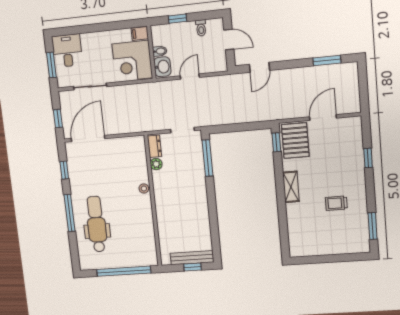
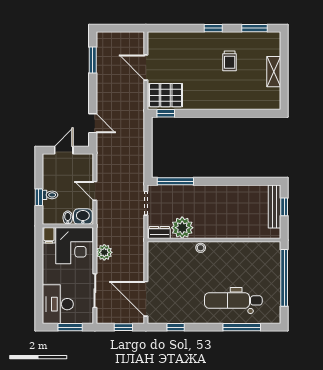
toilet: (201, 28) -> (50, 195), moved
desk: (67, 51) -> (58, 304), width x1.37
plant: (129, 92) -> (104, 252), added
window: (368, 158) -> (213, 28), moved
plant: (156, 164) -> (182, 228), width x1.87, depth x1.87
shelving: (291, 187) -> (274, 72), moved, turned 90
window: (69, 213) -> (242, 327), moved

